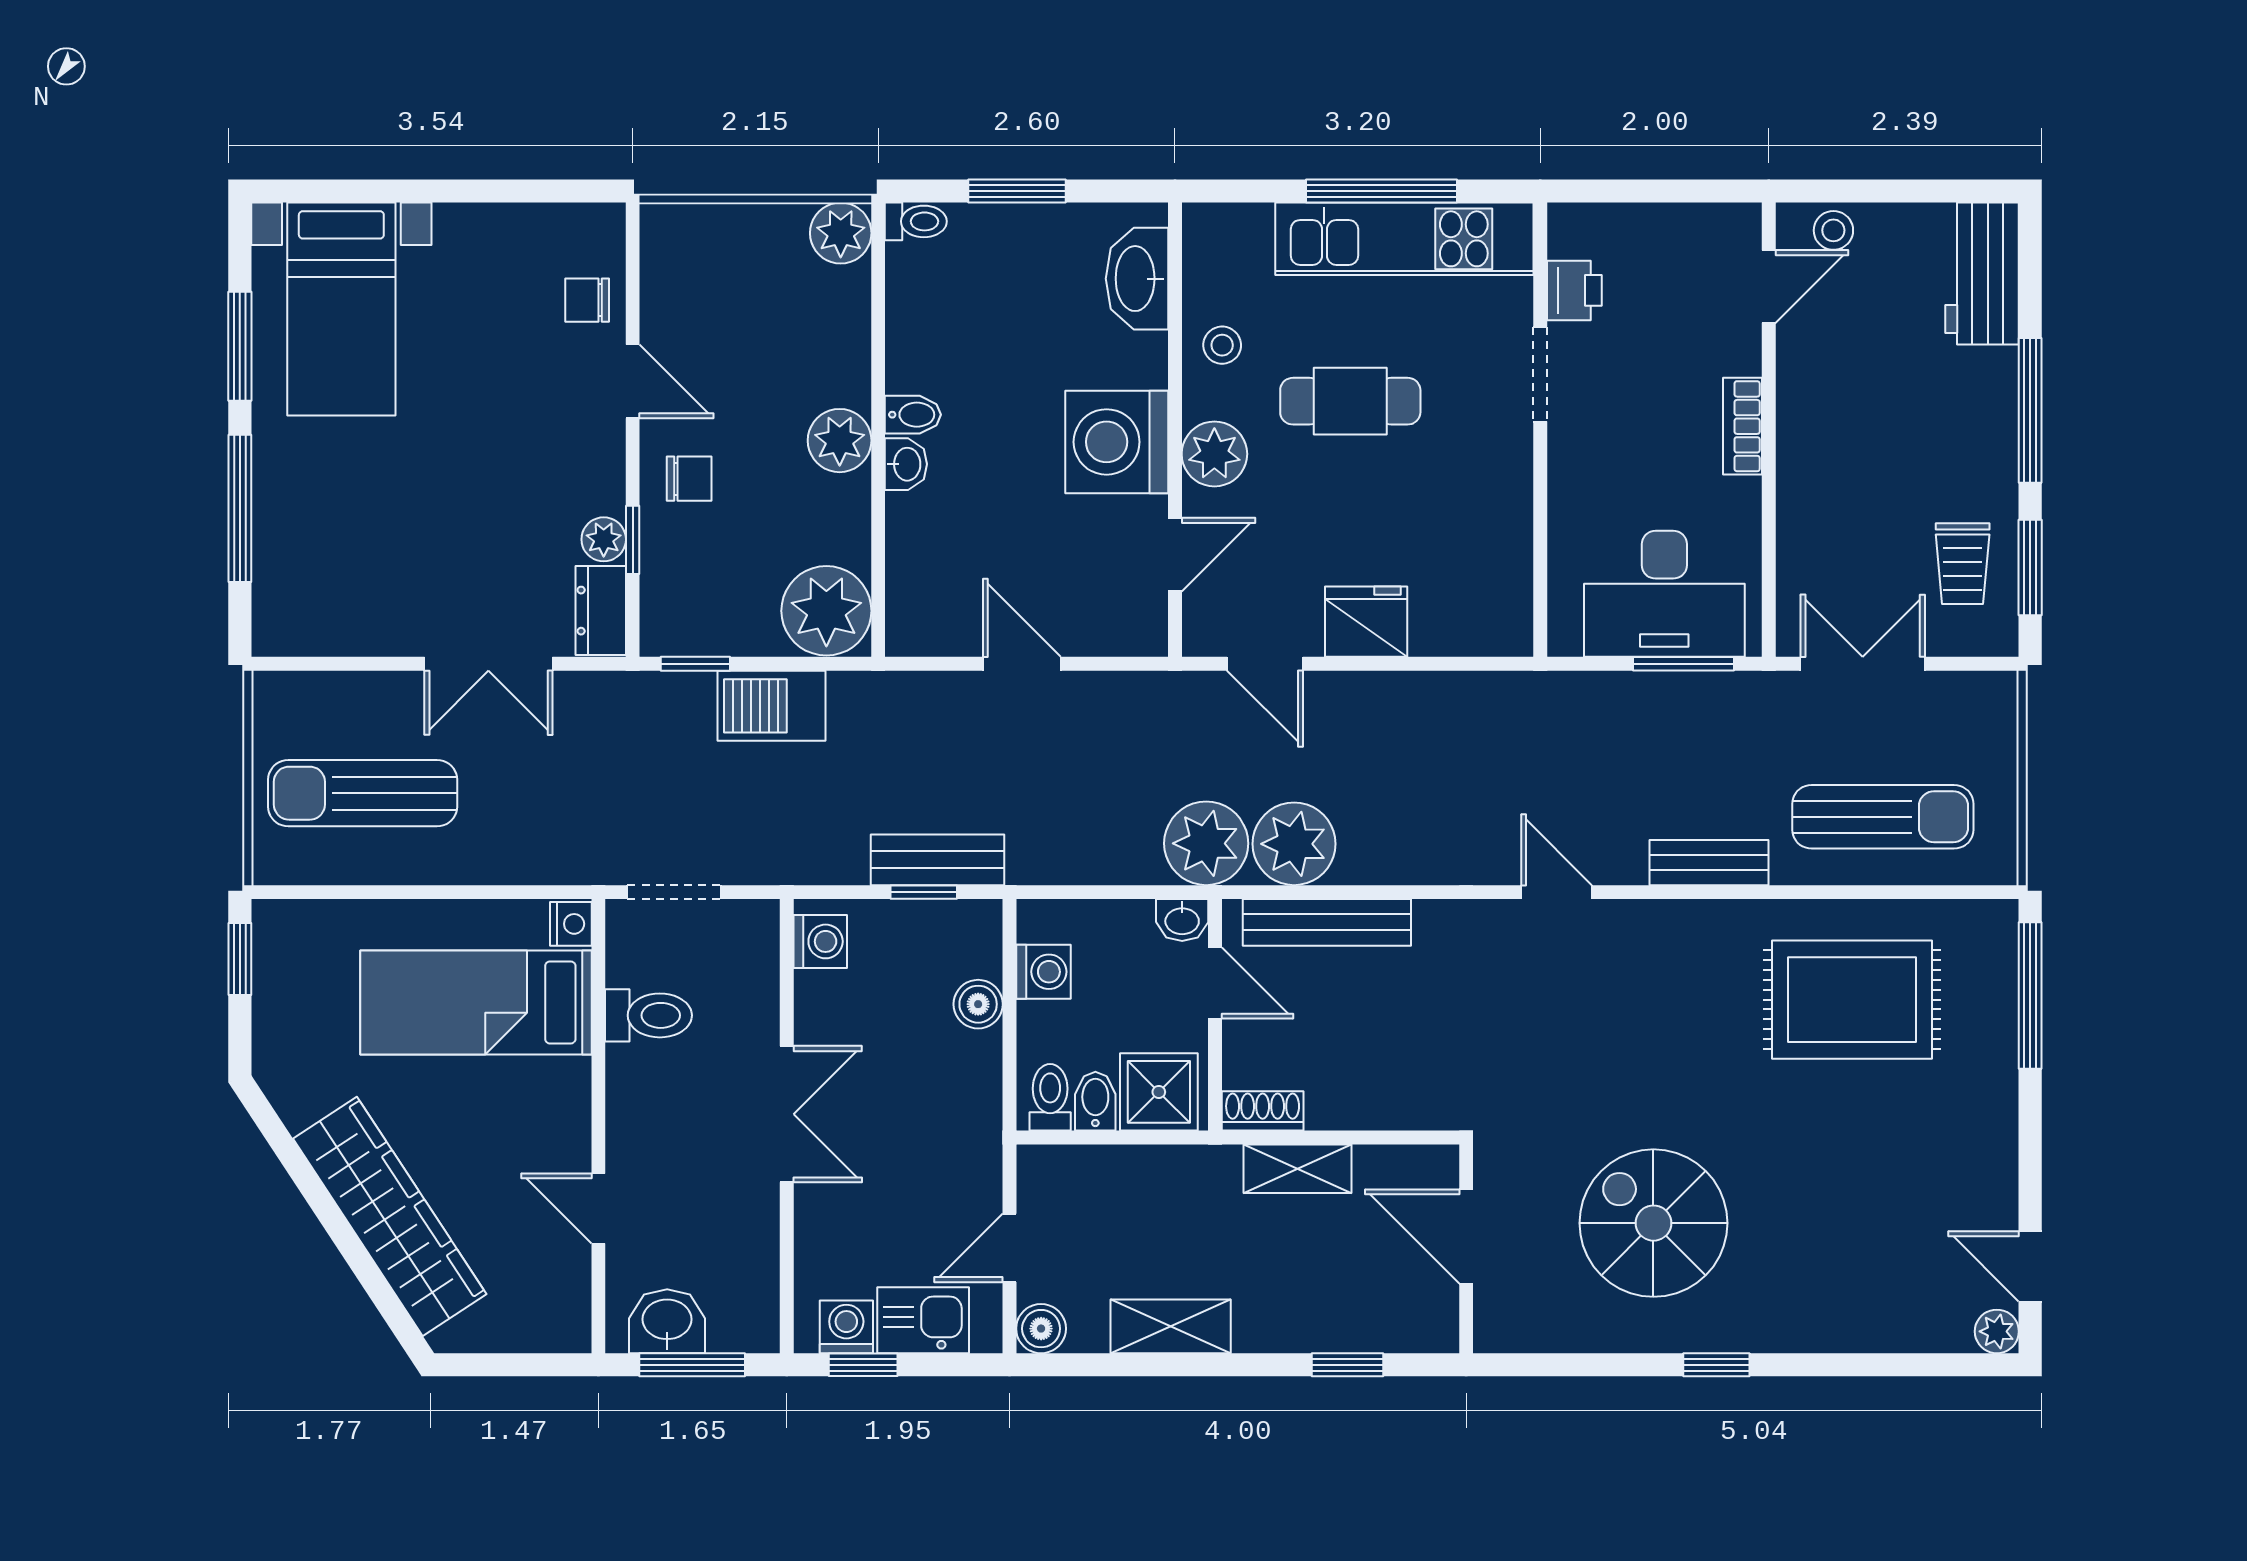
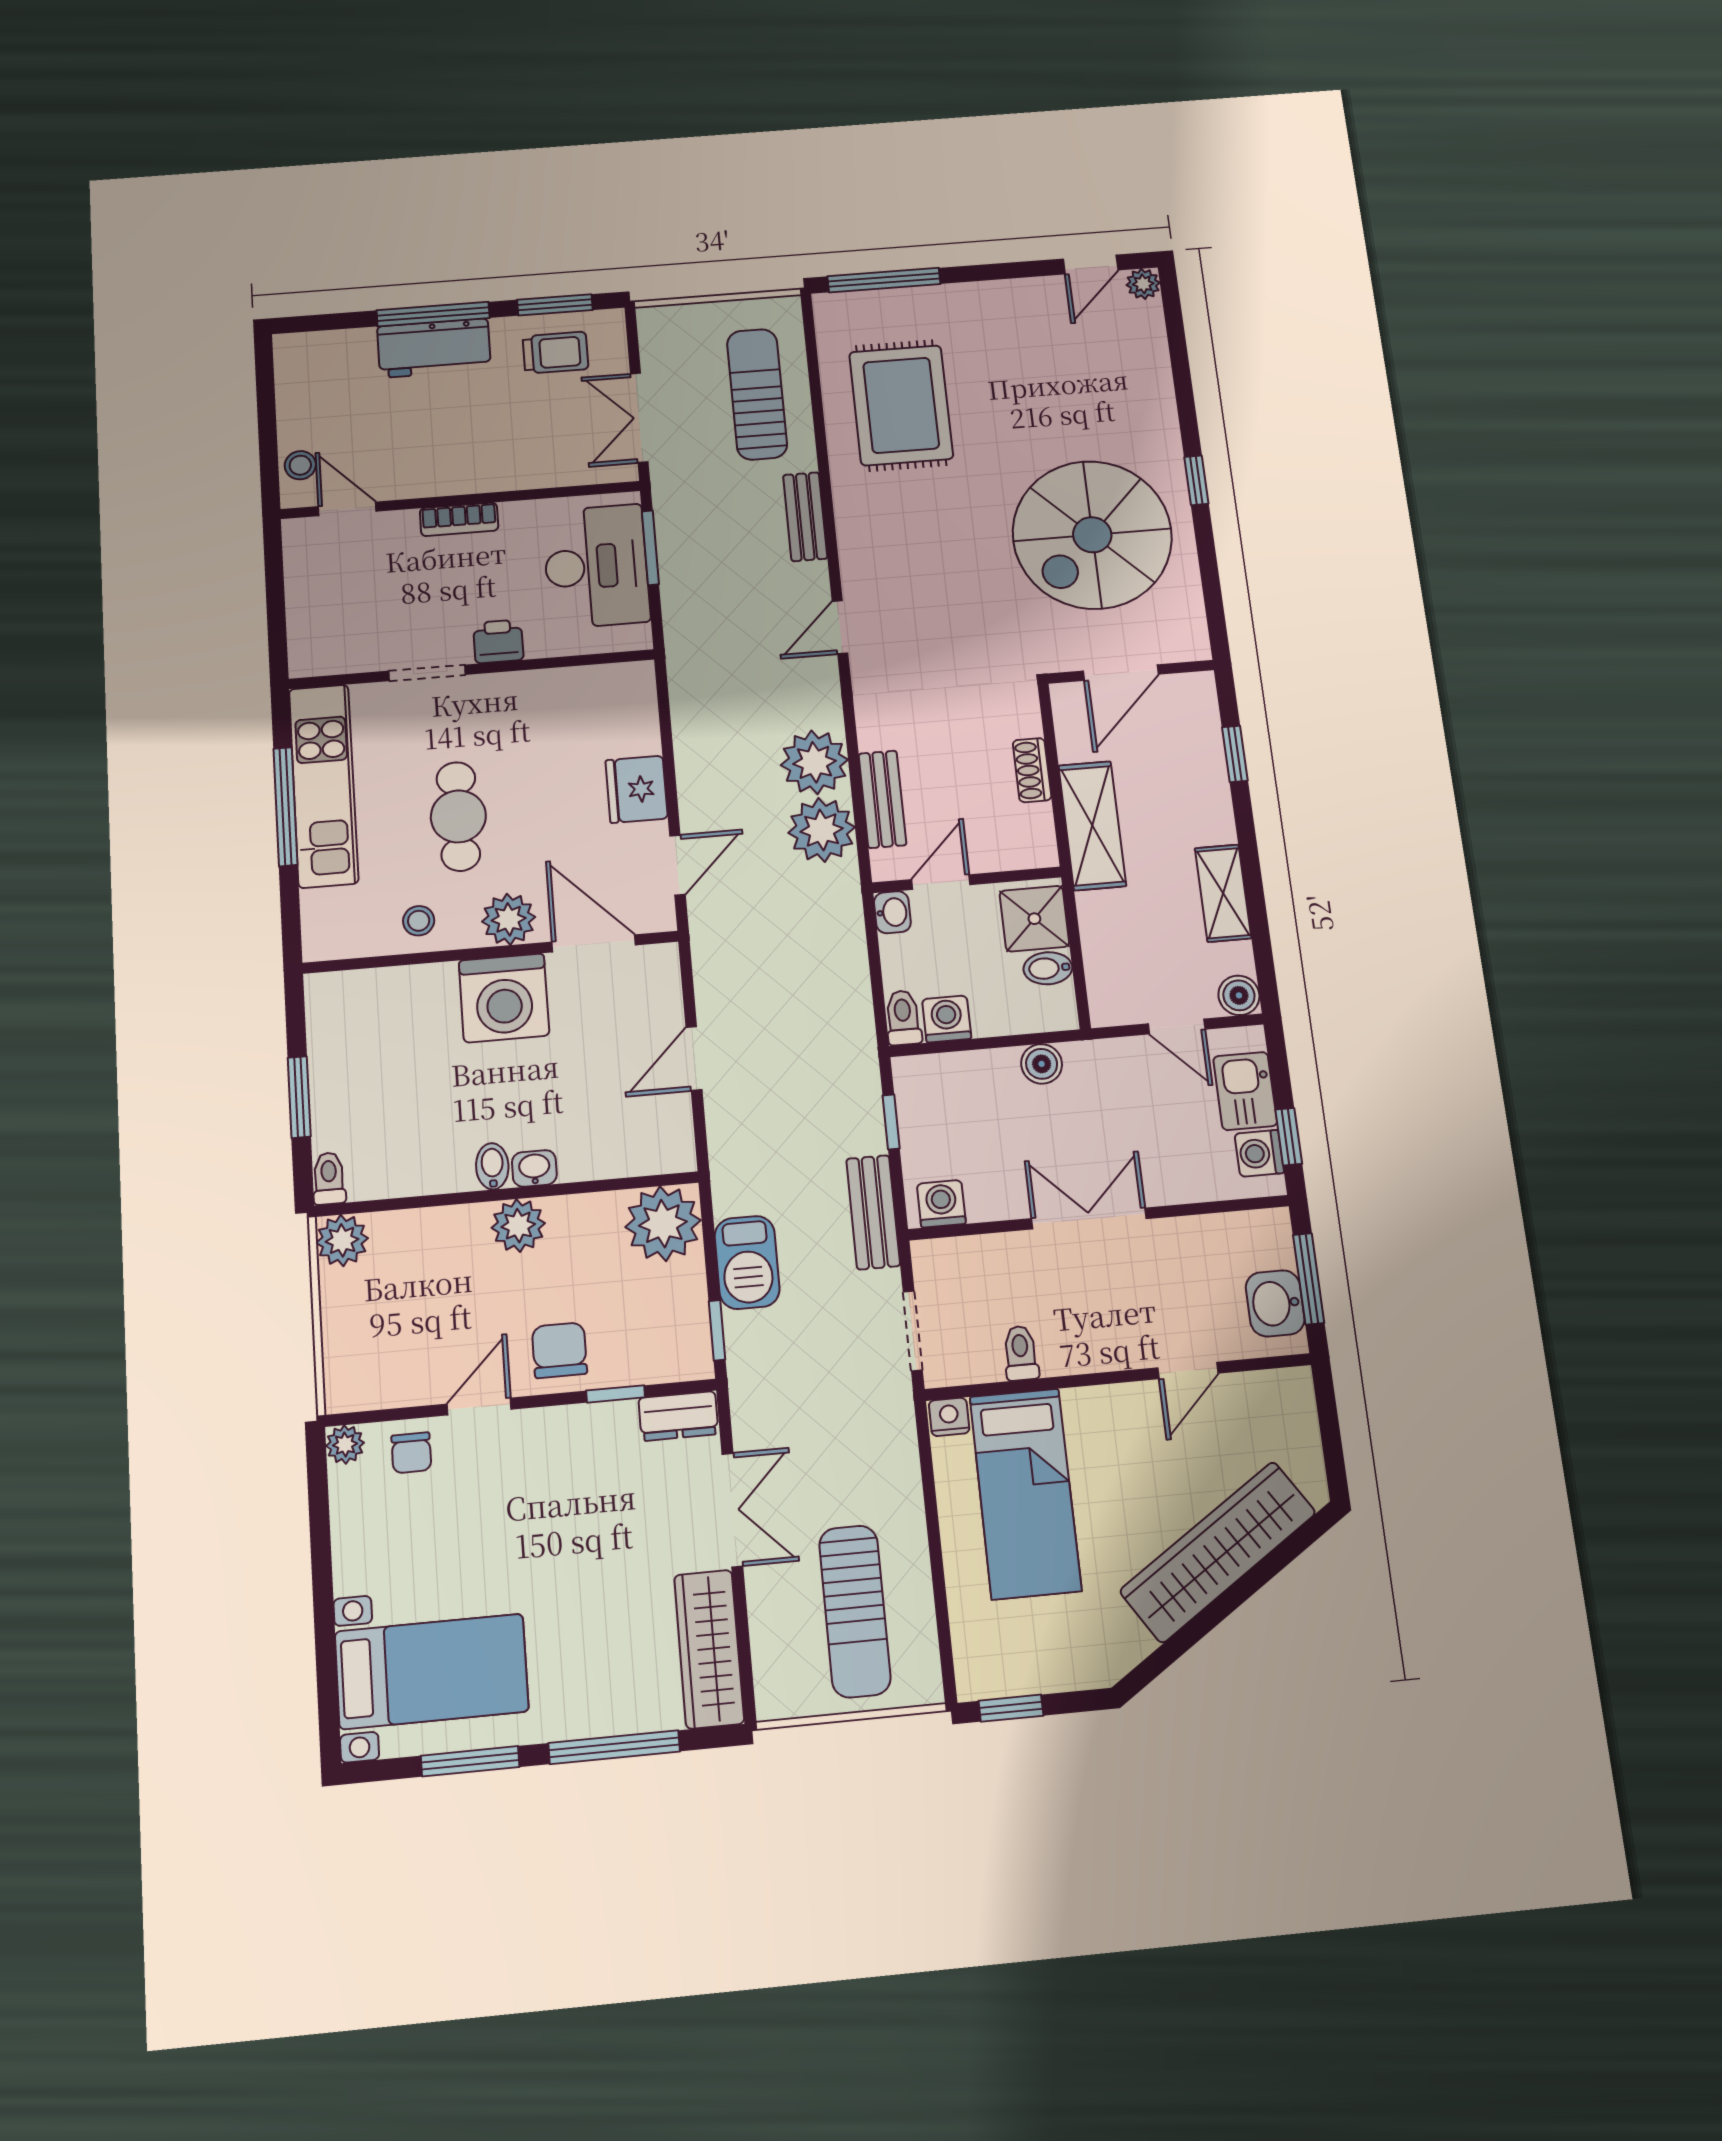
workbench: (1982, 274) -> (434, 348), moved
washbasin: (1137, 279) -> (367, 993), removed
printer: (1574, 290) -> (498, 641), moved
chair: (689, 479) -> (559, 1350), width x1.37, depth x1.37
plant: (604, 539) -> (345, 1444), moved
door: (1175, 555) -> (594, 943), width x1.38
wardrobe: (336, 624) -> (709, 1649), added
plant: (1206, 843) -> (814, 762), moved
bench: (937, 860) -> (873, 1212), moved
bench: (1327, 922) -> (882, 799), width x0.73
boiler: (978, 1004) -> (1042, 1064), moved
toilet: (649, 1015) -> (1021, 1353), width x0.73, depth x0.72
toilet: (1050, 1097) -> (903, 1018), moved, turned 90
shoe rack: (1263, 1111) -> (1032, 770), moved
shelving: (1298, 1169) -> (1092, 826), width x1.50, depth x1.33
spiral stairs: (1653, 1223) -> (1092, 535), width x1.37, depth x1.37

